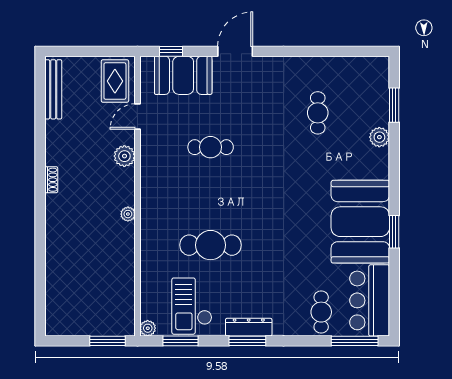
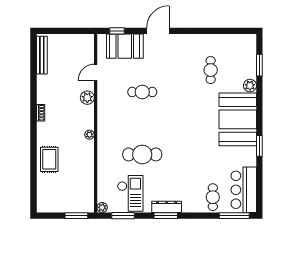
rug: (115, 81) -> (49, 159), moved
booth: (360, 222) -> (238, 119), moved
checkout: (192, 306) -> (130, 193), turned 180

